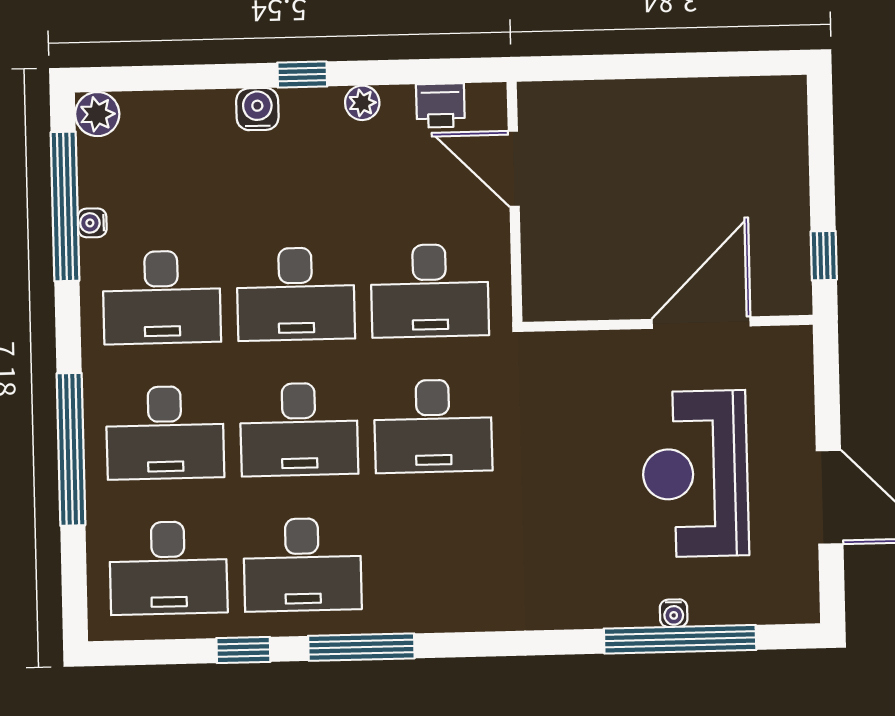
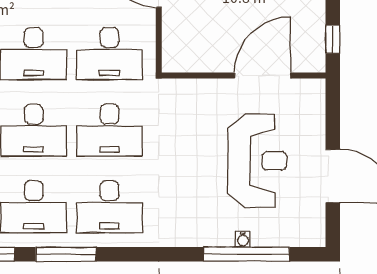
reception desk: (695, 474) -> (257, 161), turned 180
desk: (436, 561) -> (110, 207), added

